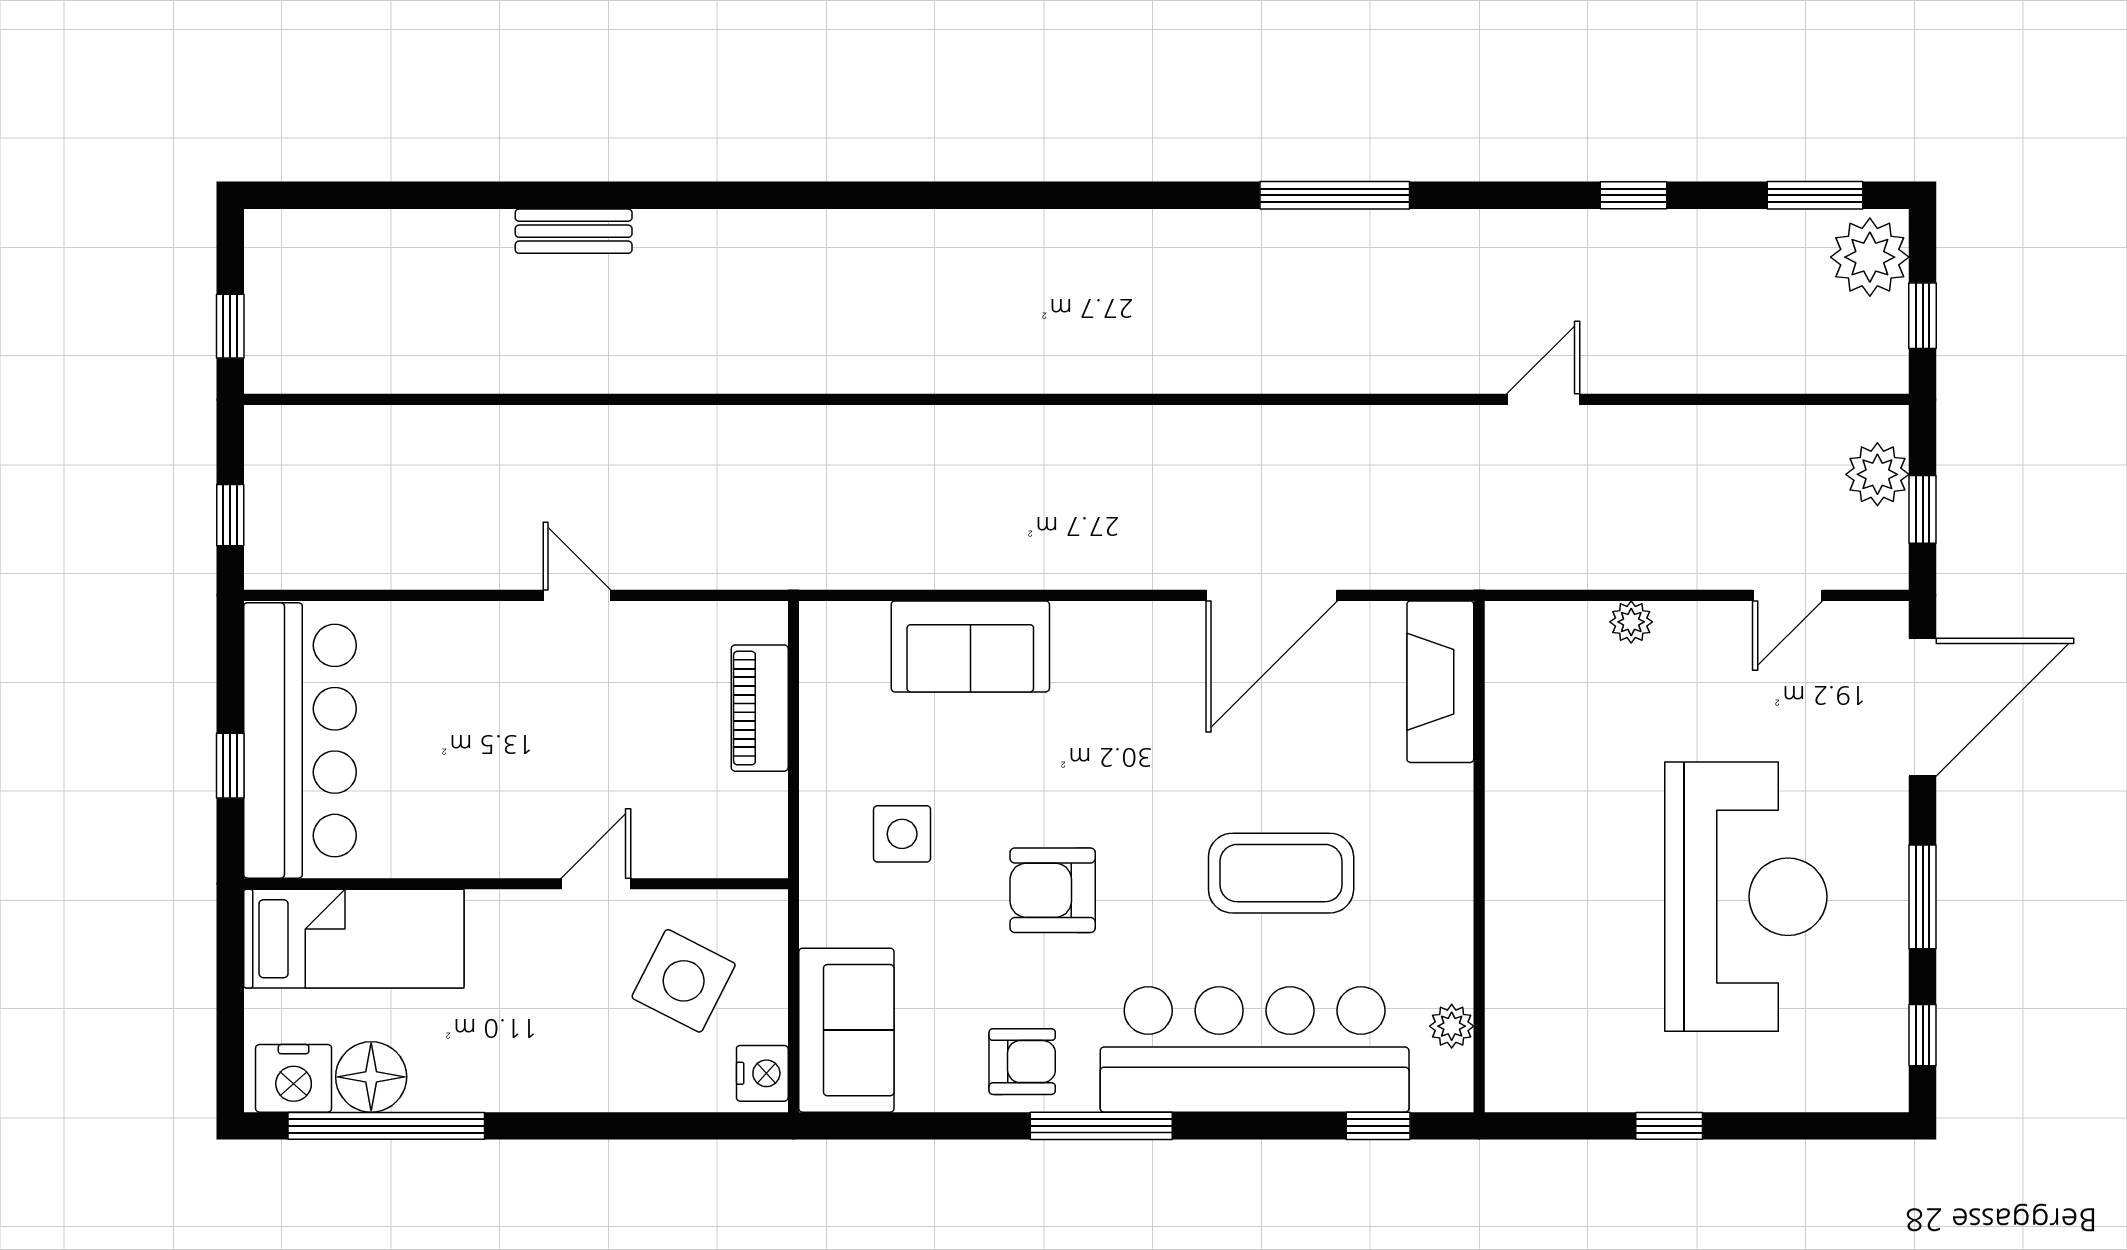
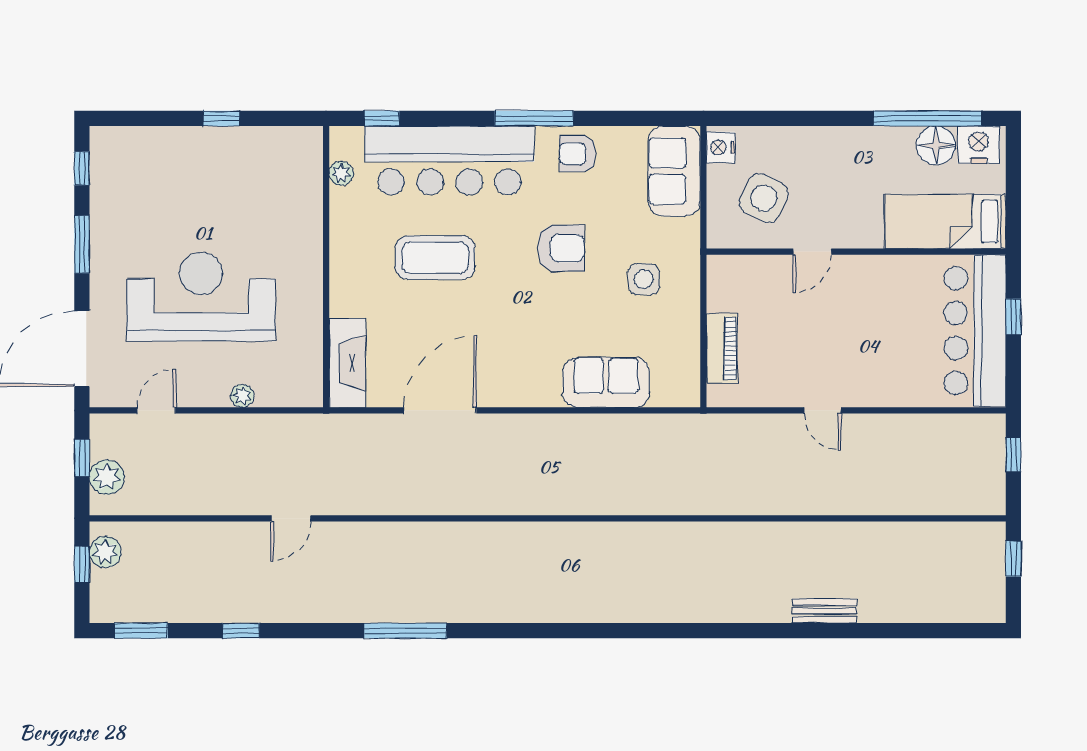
plant: (1870, 257) -> (105, 552), moved, width x0.73, depth x0.73
reception desk: (1746, 897) -> (201, 297), moved, turned 90

